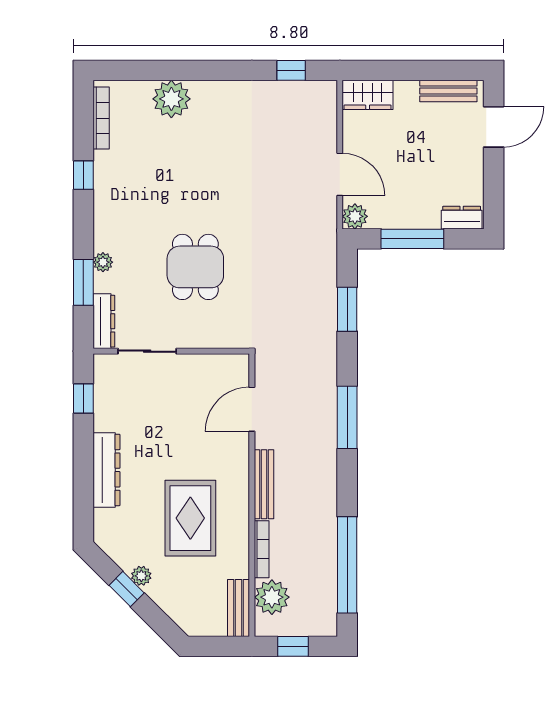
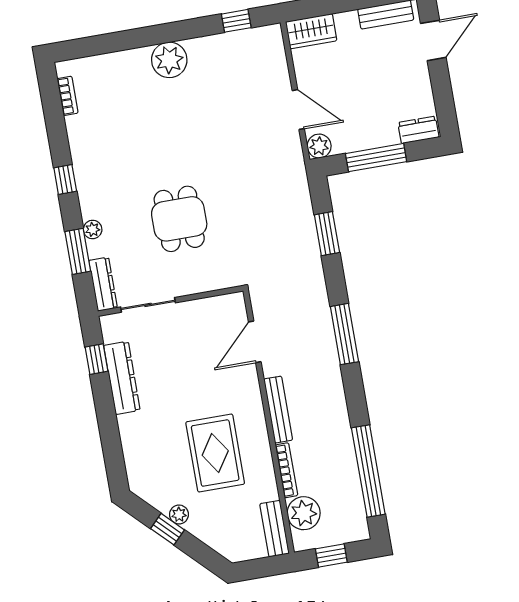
plant: (171, 99) -> (169, 60), moved
bookcase: (101, 118) -> (68, 96), width x0.64
window: (83, 175) -> (65, 179), moved
dresser: (107, 470) -> (122, 378), moved

